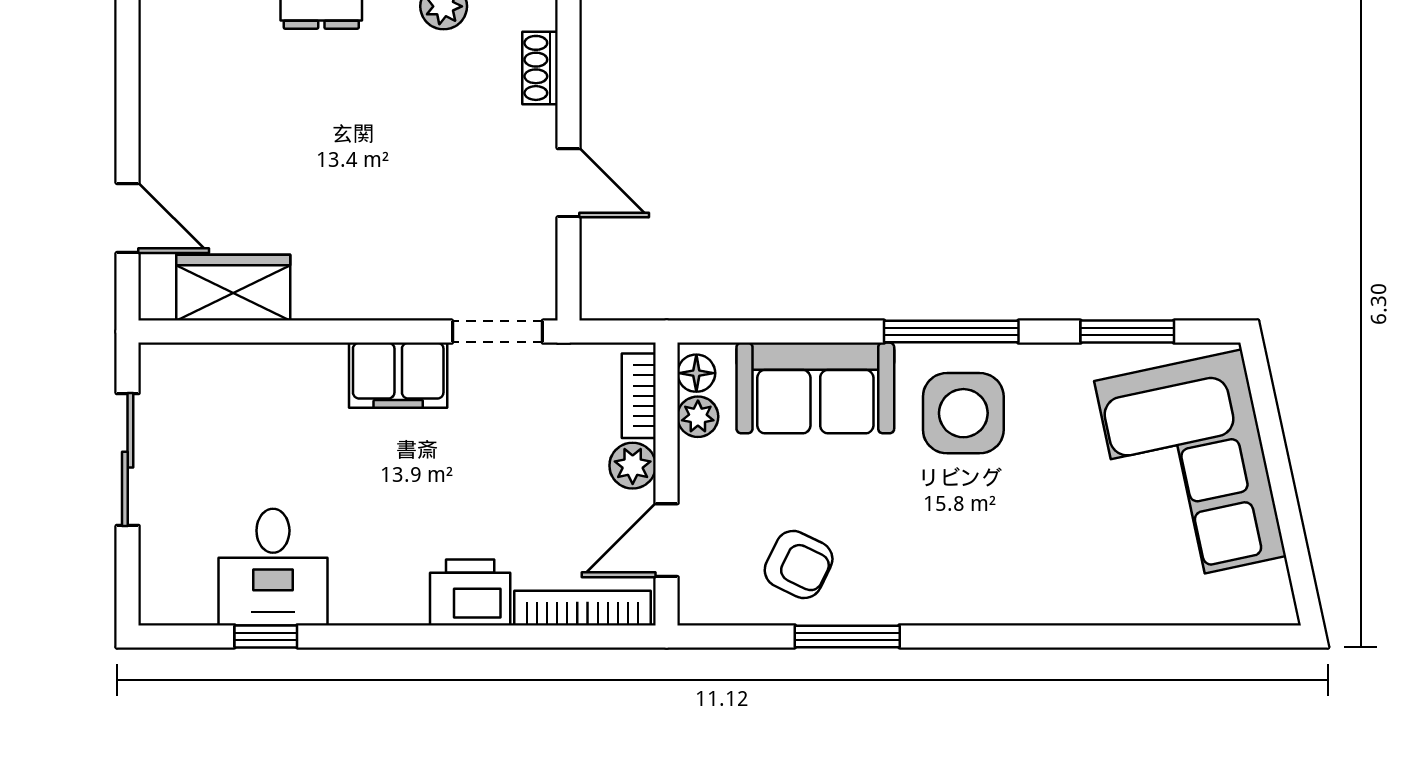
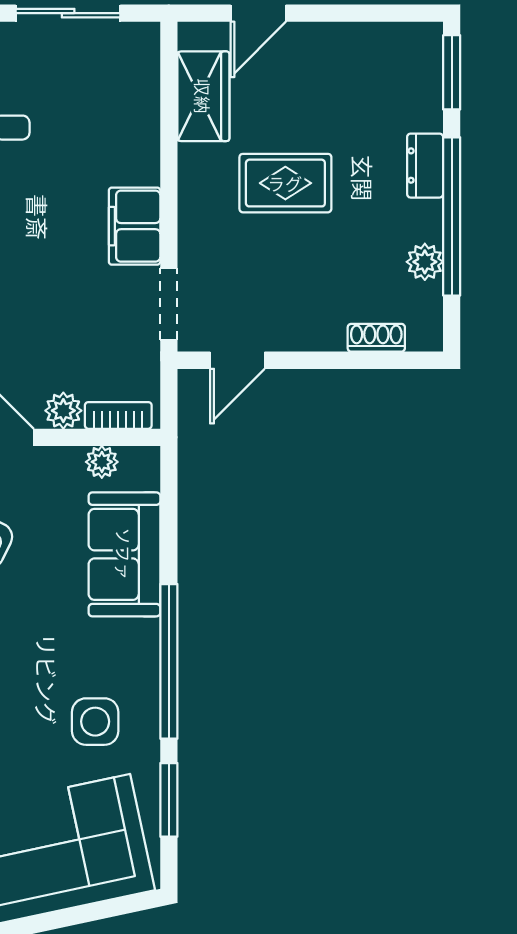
rug: (344, 183) -> (285, 183), added
door: (569, 183) -> (237, 360), moved
window: (951, 332) -> (169, 661), width x1.46
floor lamp: (696, 373) -> (136, 461), removed
side table: (963, 413) -> (95, 722), moved, width x0.73, depth x0.73

